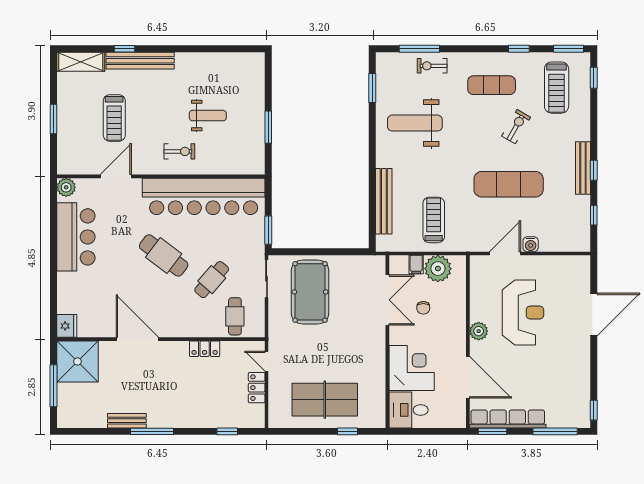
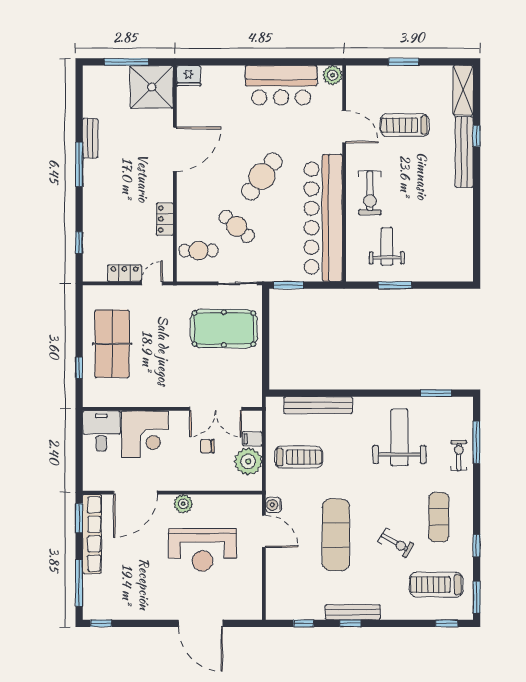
weight bench: (208, 116) -> (387, 246), moved, turned 180
exercise bike: (179, 151) -> (370, 193), width x1.38, depth x1.39
water cooler: (531, 244) -> (273, 505), moved

